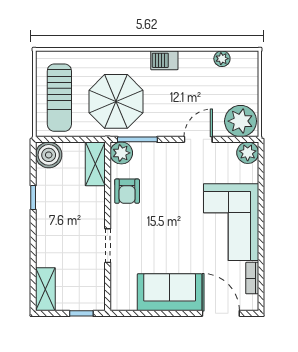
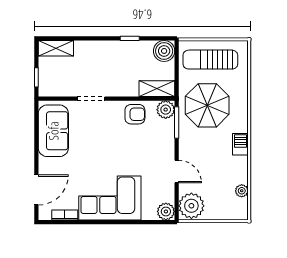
armchair: (127, 191) -> (135, 114), turned 180
sofa: (170, 292) -> (53, 131), moved

